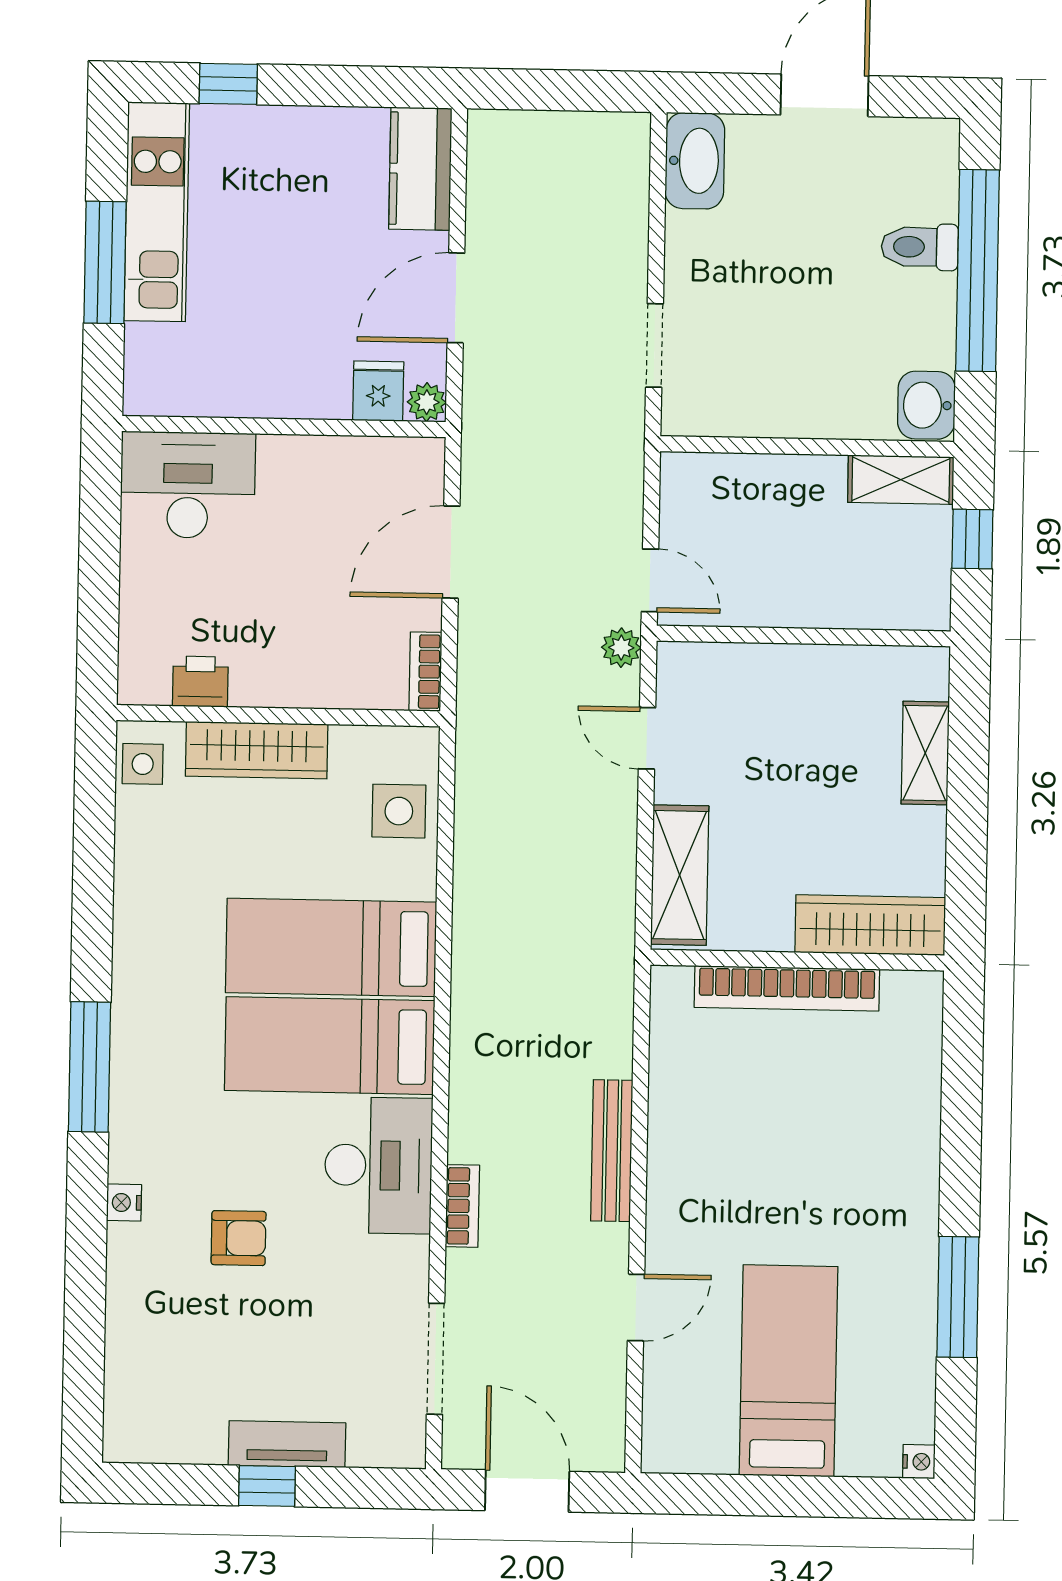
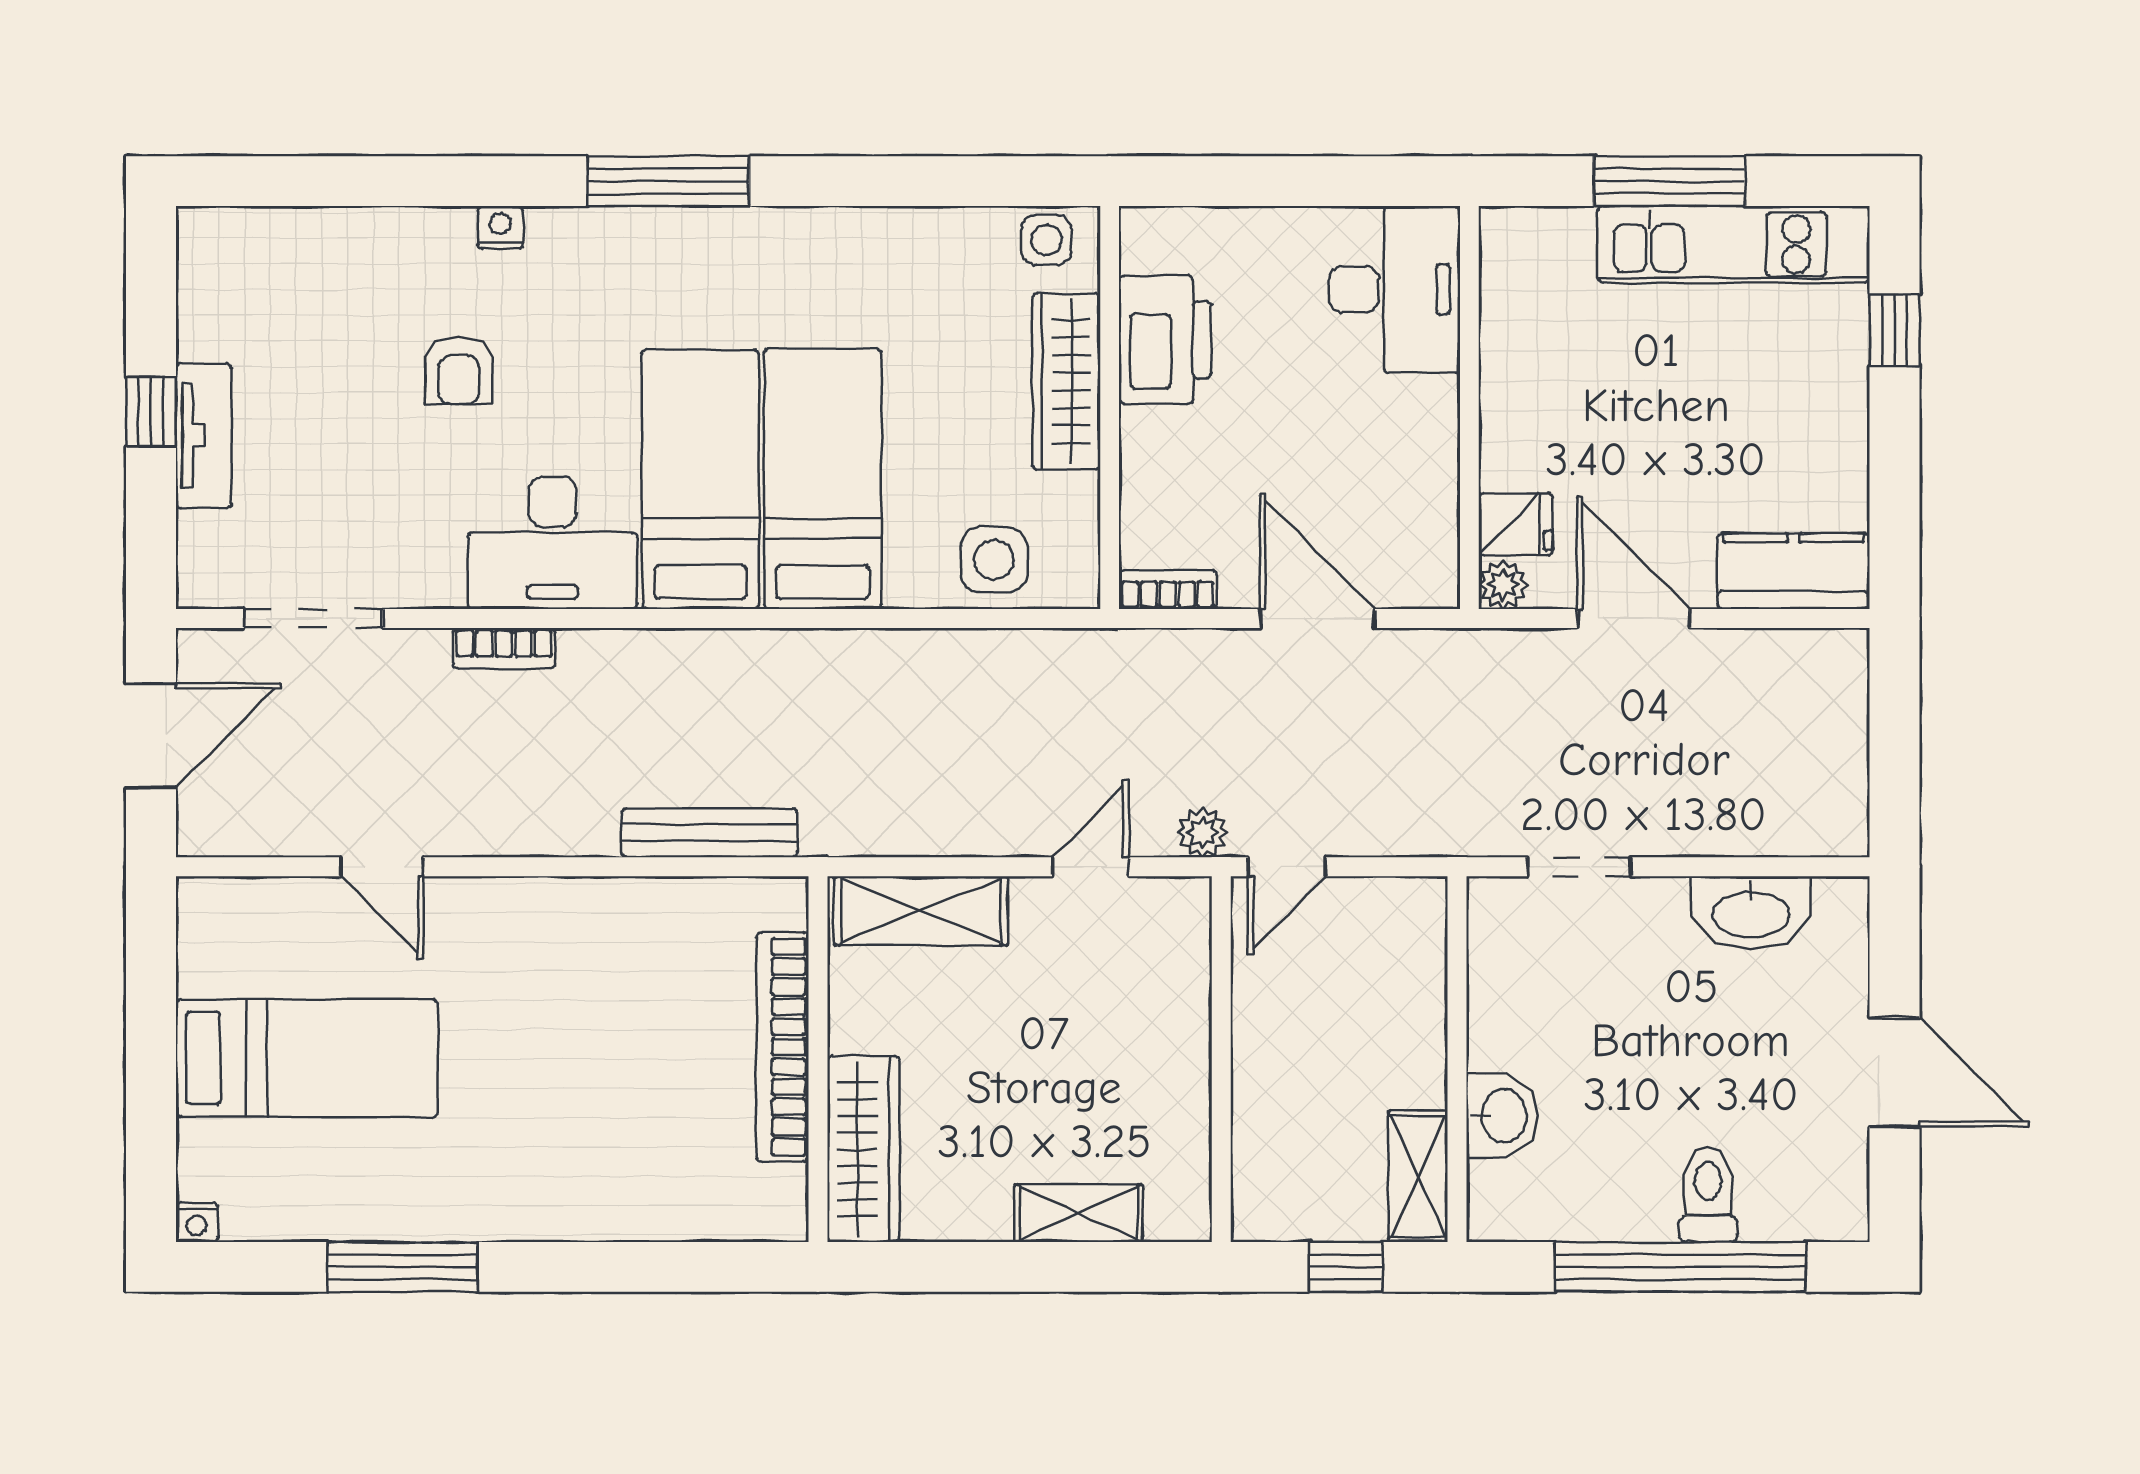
washbasin: (695, 161) -> (1751, 913), moved
washbasin: (926, 405) -> (1502, 1116), moved, turned 90
printer: (200, 682) -> (1165, 340), width x1.87, depth x1.48
bench: (612, 1151) -> (709, 833), moved

